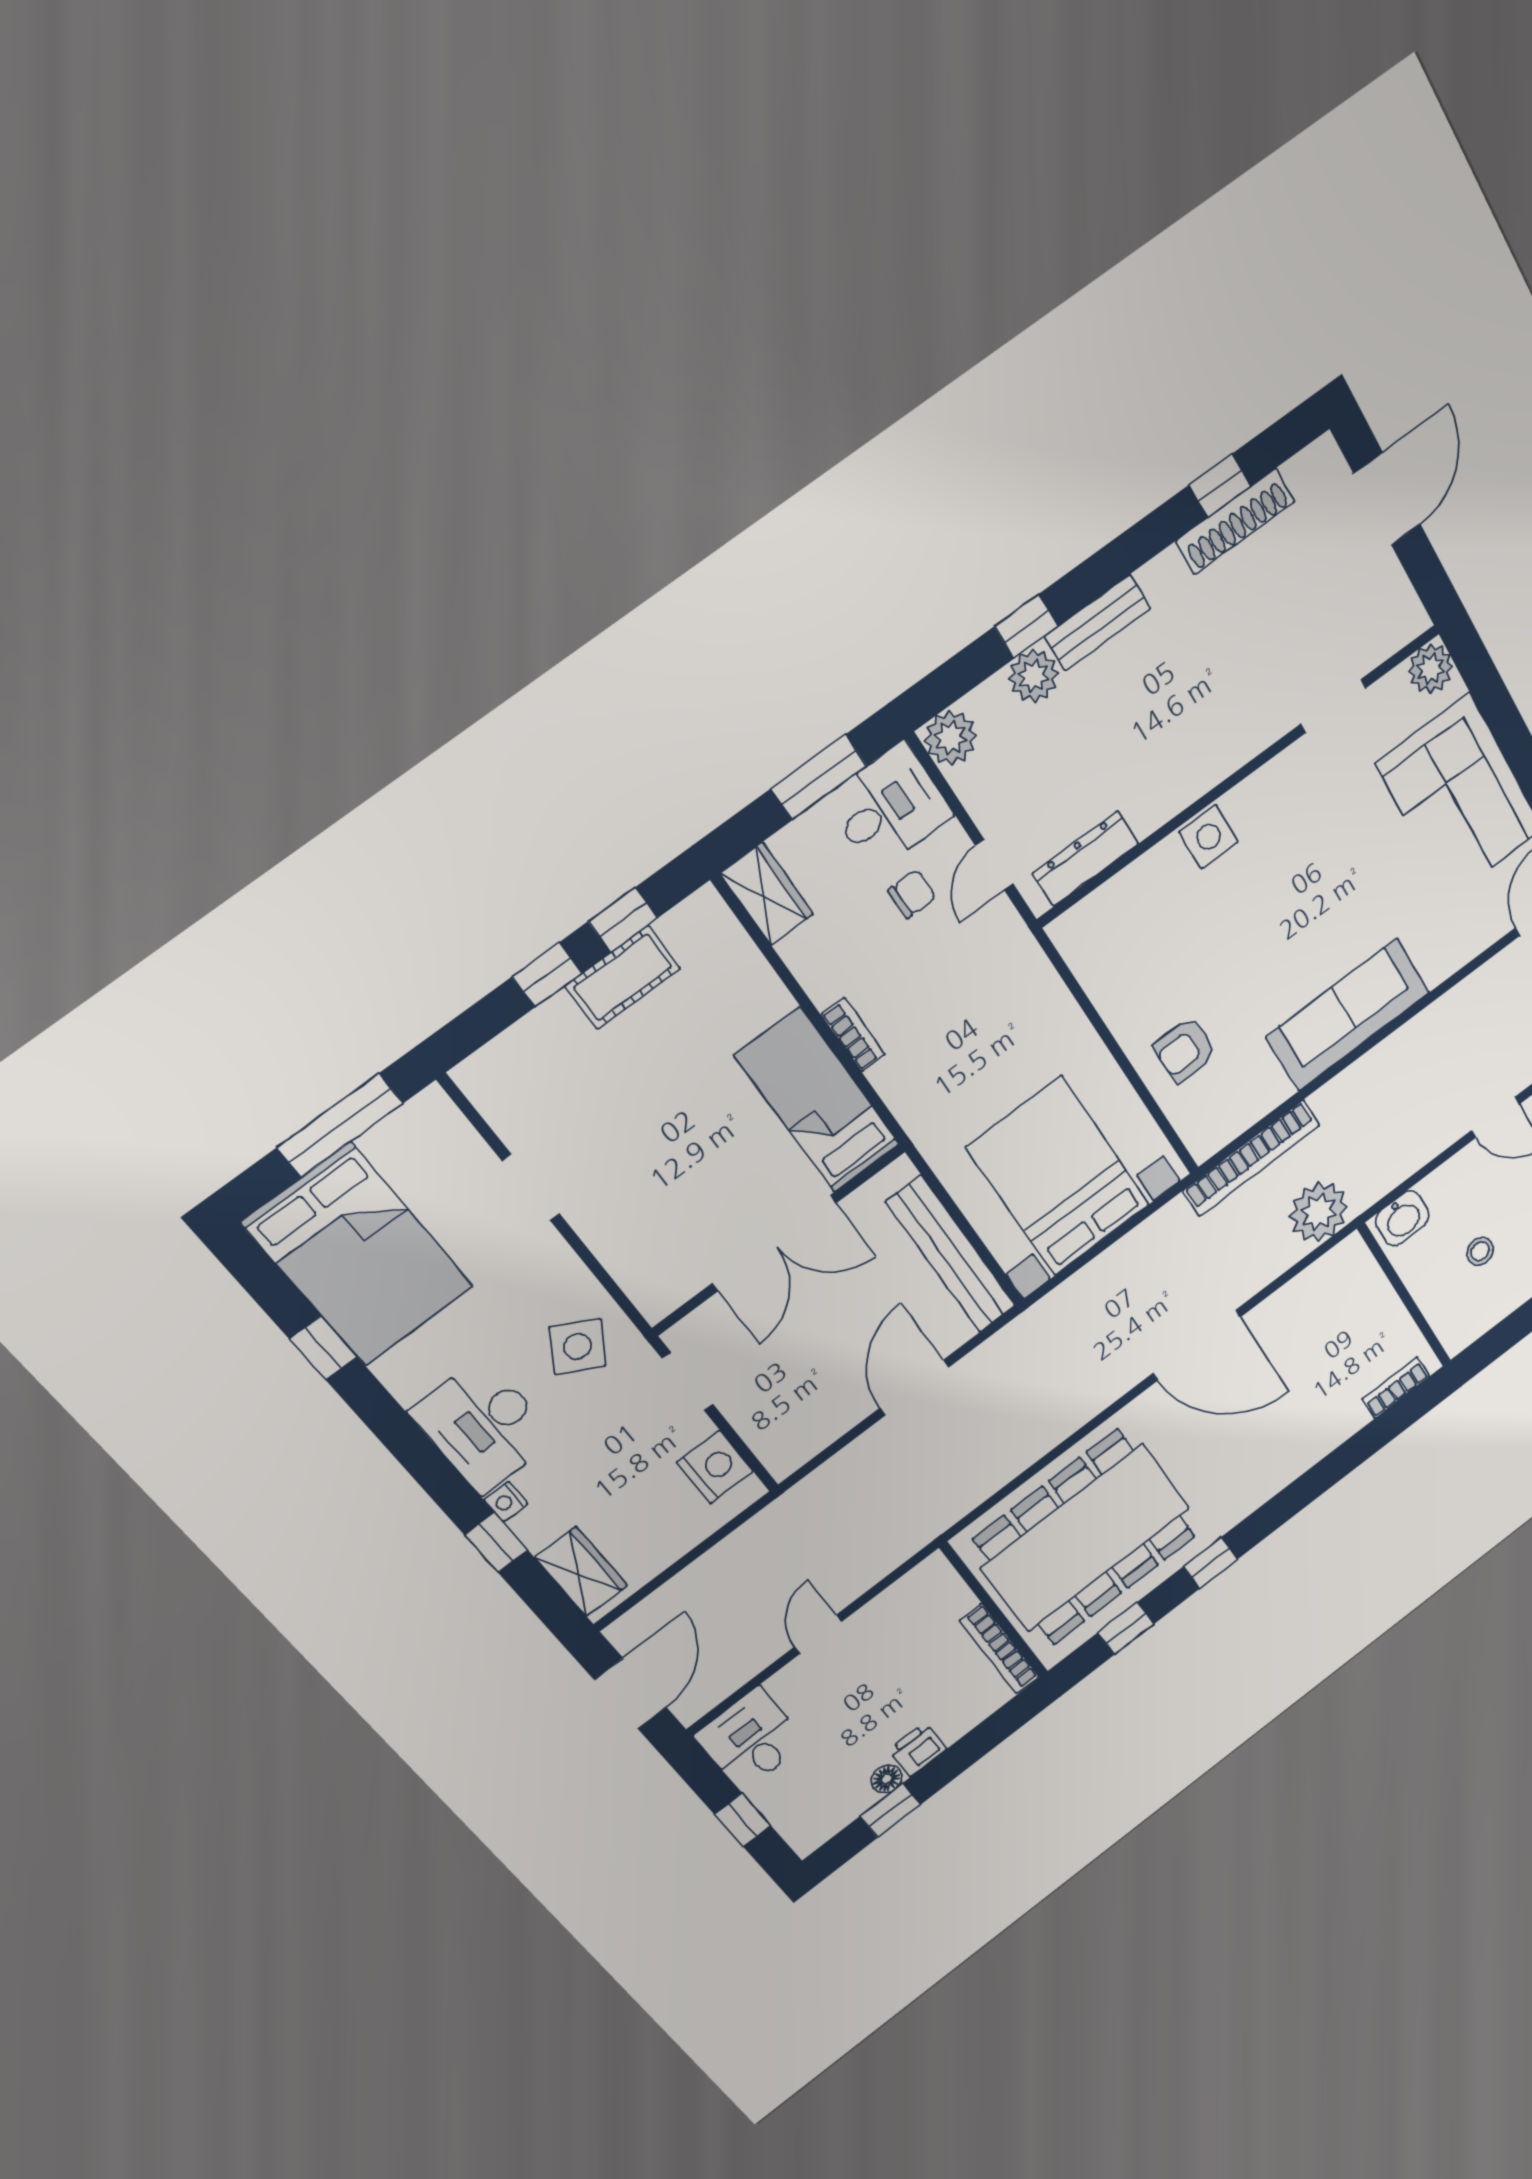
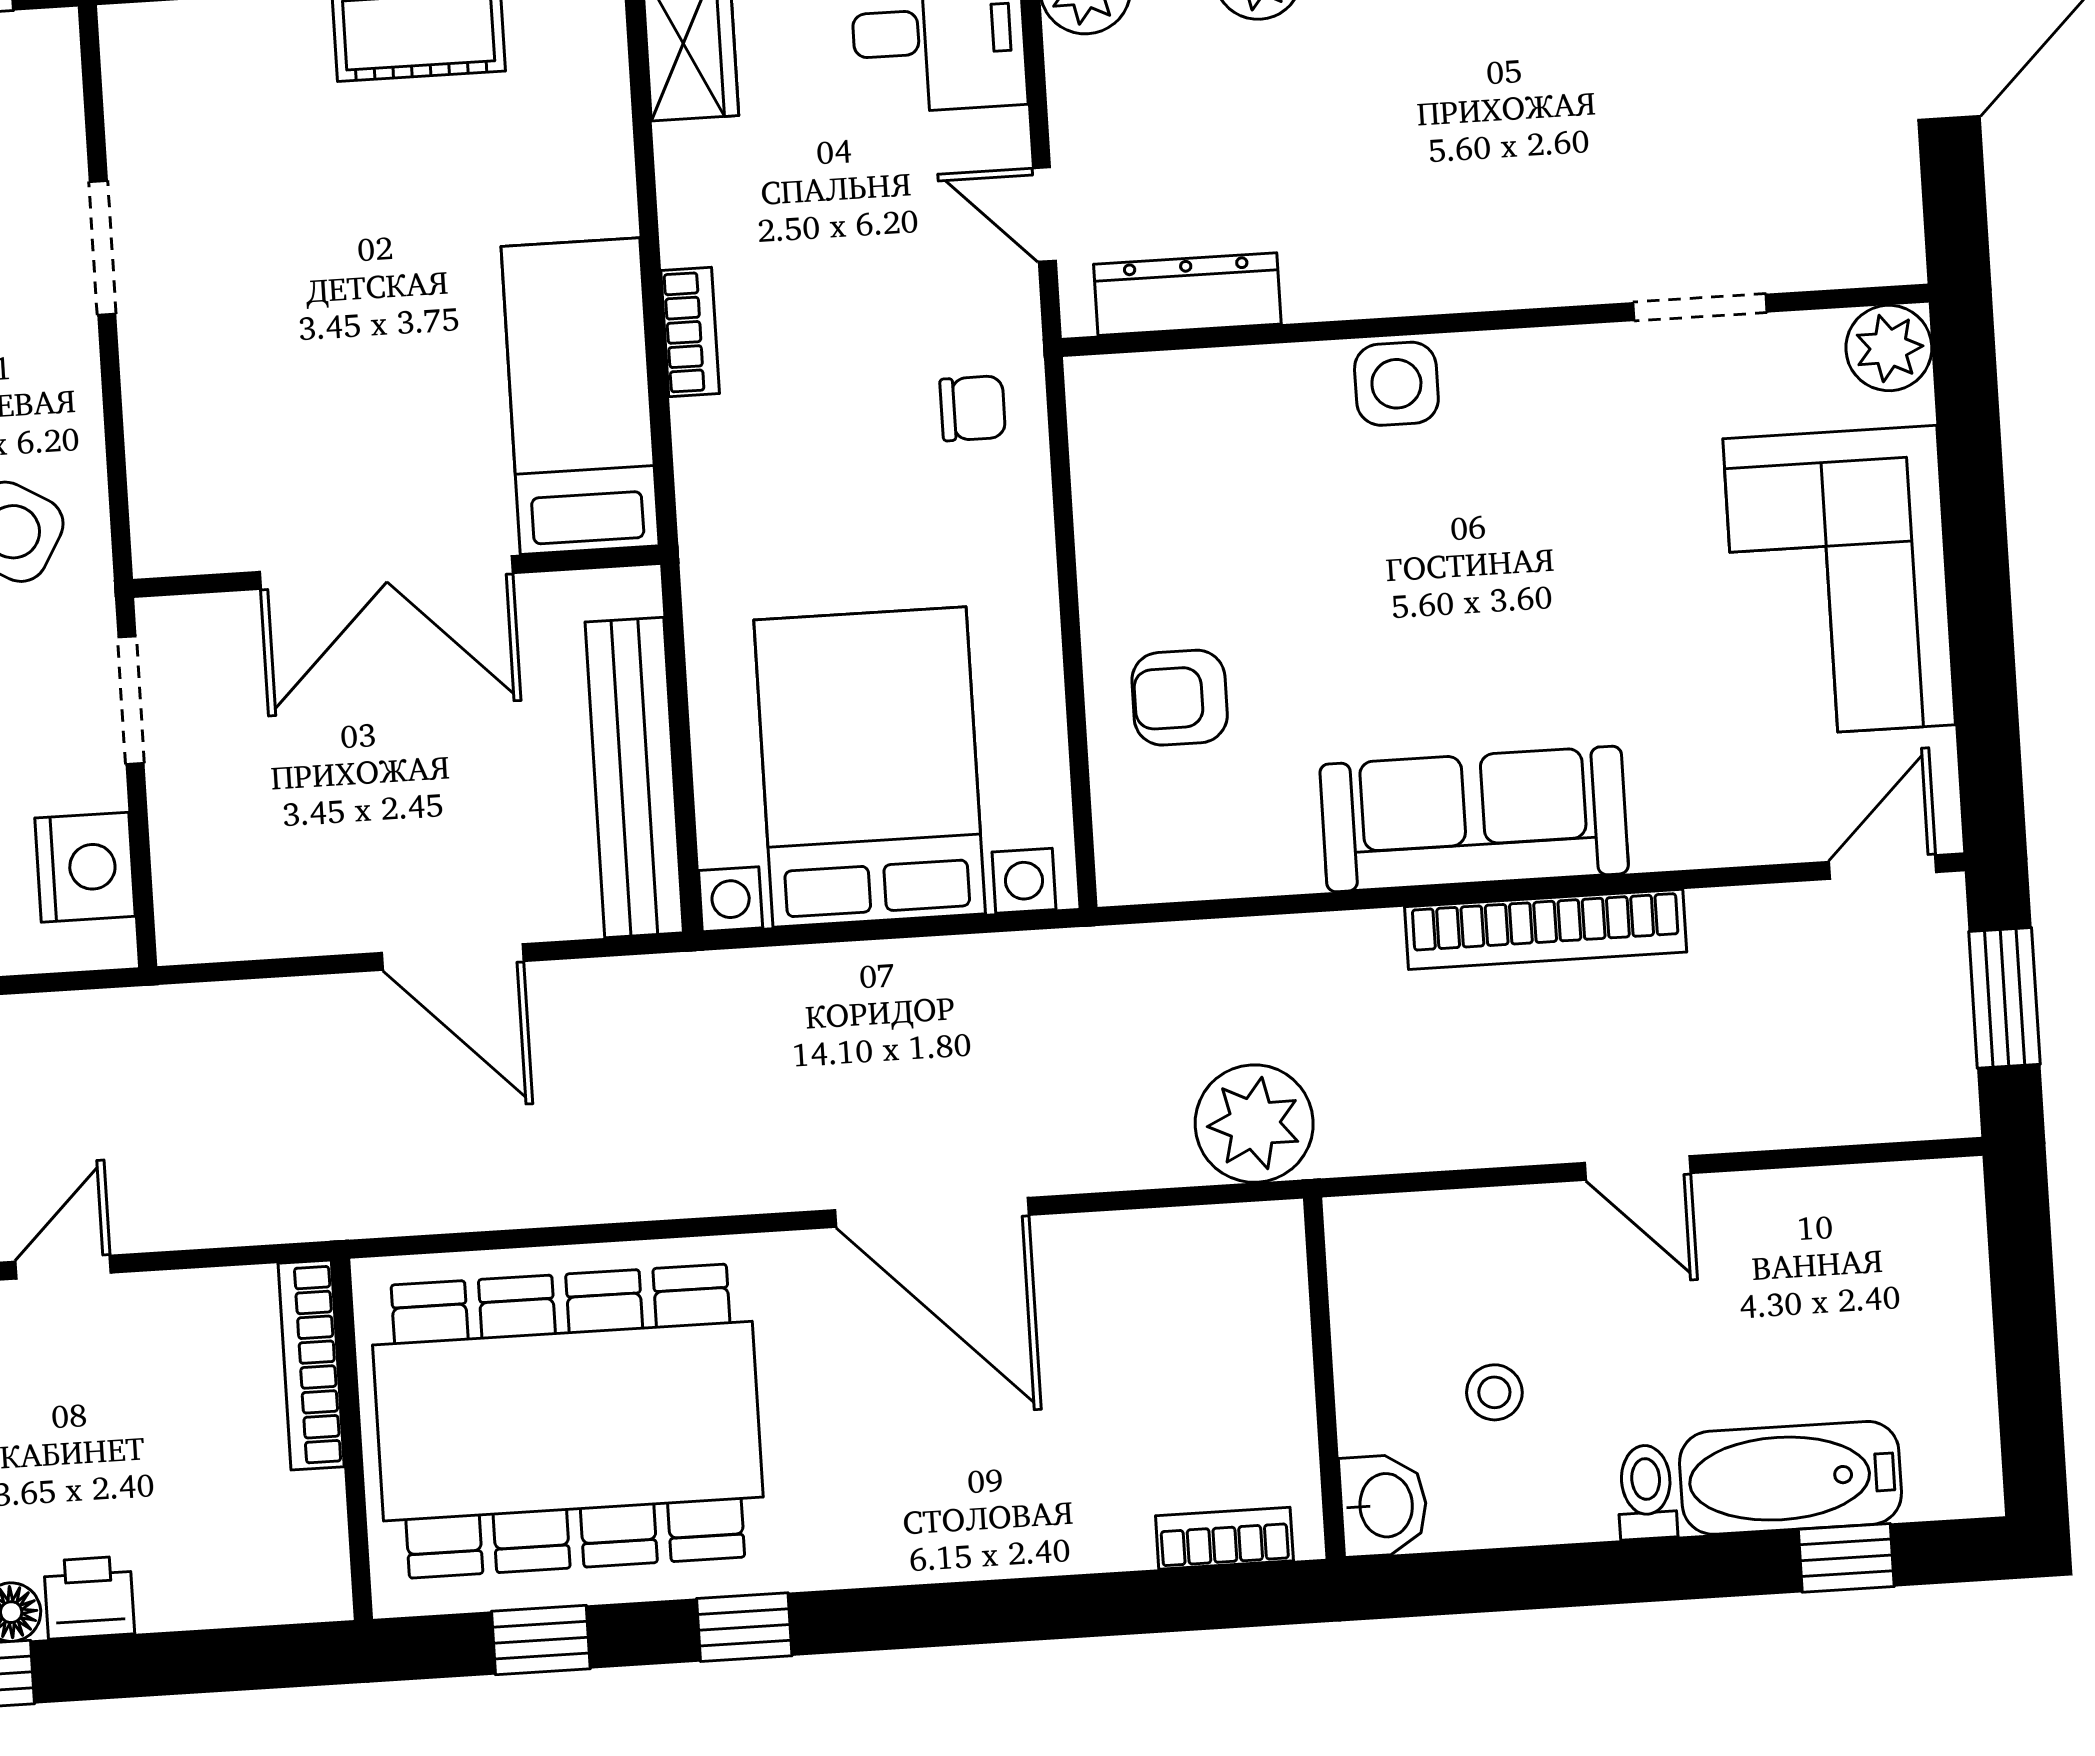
door: (994, 865) -> (1044, 215), hinge flipped
chair: (912, 894) -> (973, 408), moved
bookcase: (1251, 1158) -> (1546, 929), moved
washbasin: (1402, 1218) -> (1384, 1505), moved, turned -90
door: (914, 1388) -> (453, 957), swing flipped
bookcase: (999, 1649) -> (311, 1365), moved

